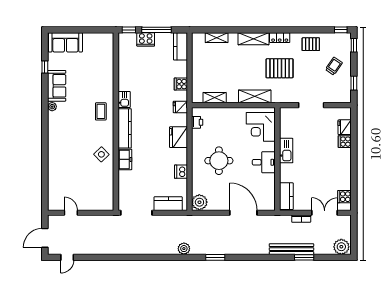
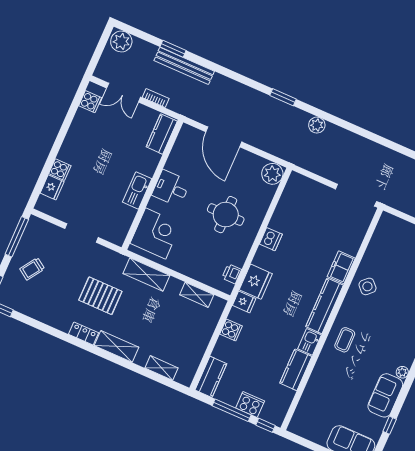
pallet: (311, 44) -> (49, 308), removed
window: (354, 83) -> (17, 237), width x2.17
fridge: (178, 137) -> (256, 282), moved
dishwasher: (181, 172) -> (271, 239), moved
kitchen counter: (168, 204) -> (296, 370), moved, turned 90

